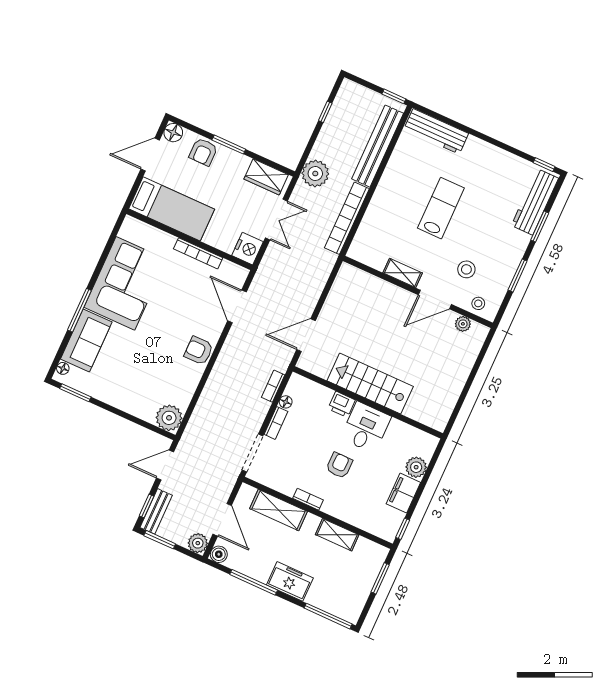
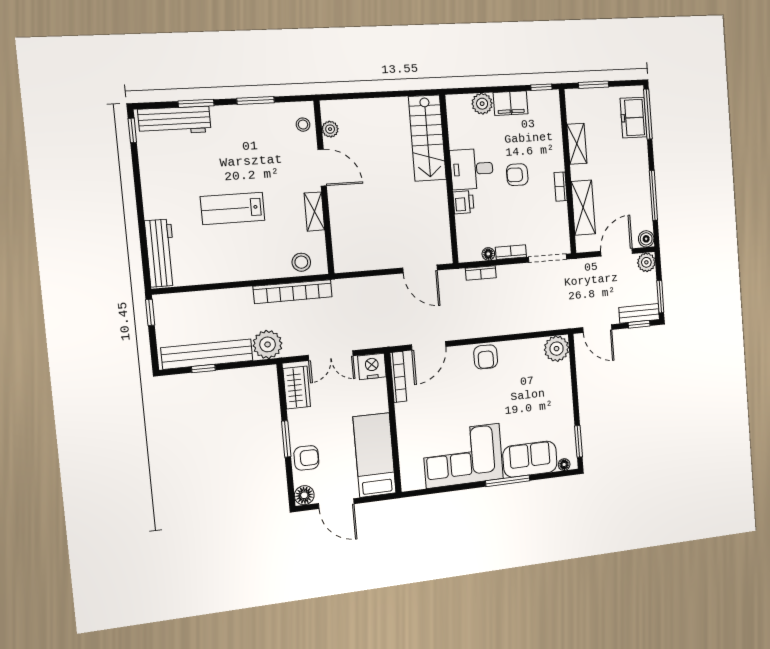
bench: (378, 146) -> (207, 354), moved
double door: (276, 220) -> (331, 356), swing flipped
bookcase: (198, 253) -> (398, 377), moved
stool: (466, 269) -> (301, 262), moved
stairs: (370, 384) -> (427, 138), moved
freezer: (290, 581) -> (634, 118), moved

